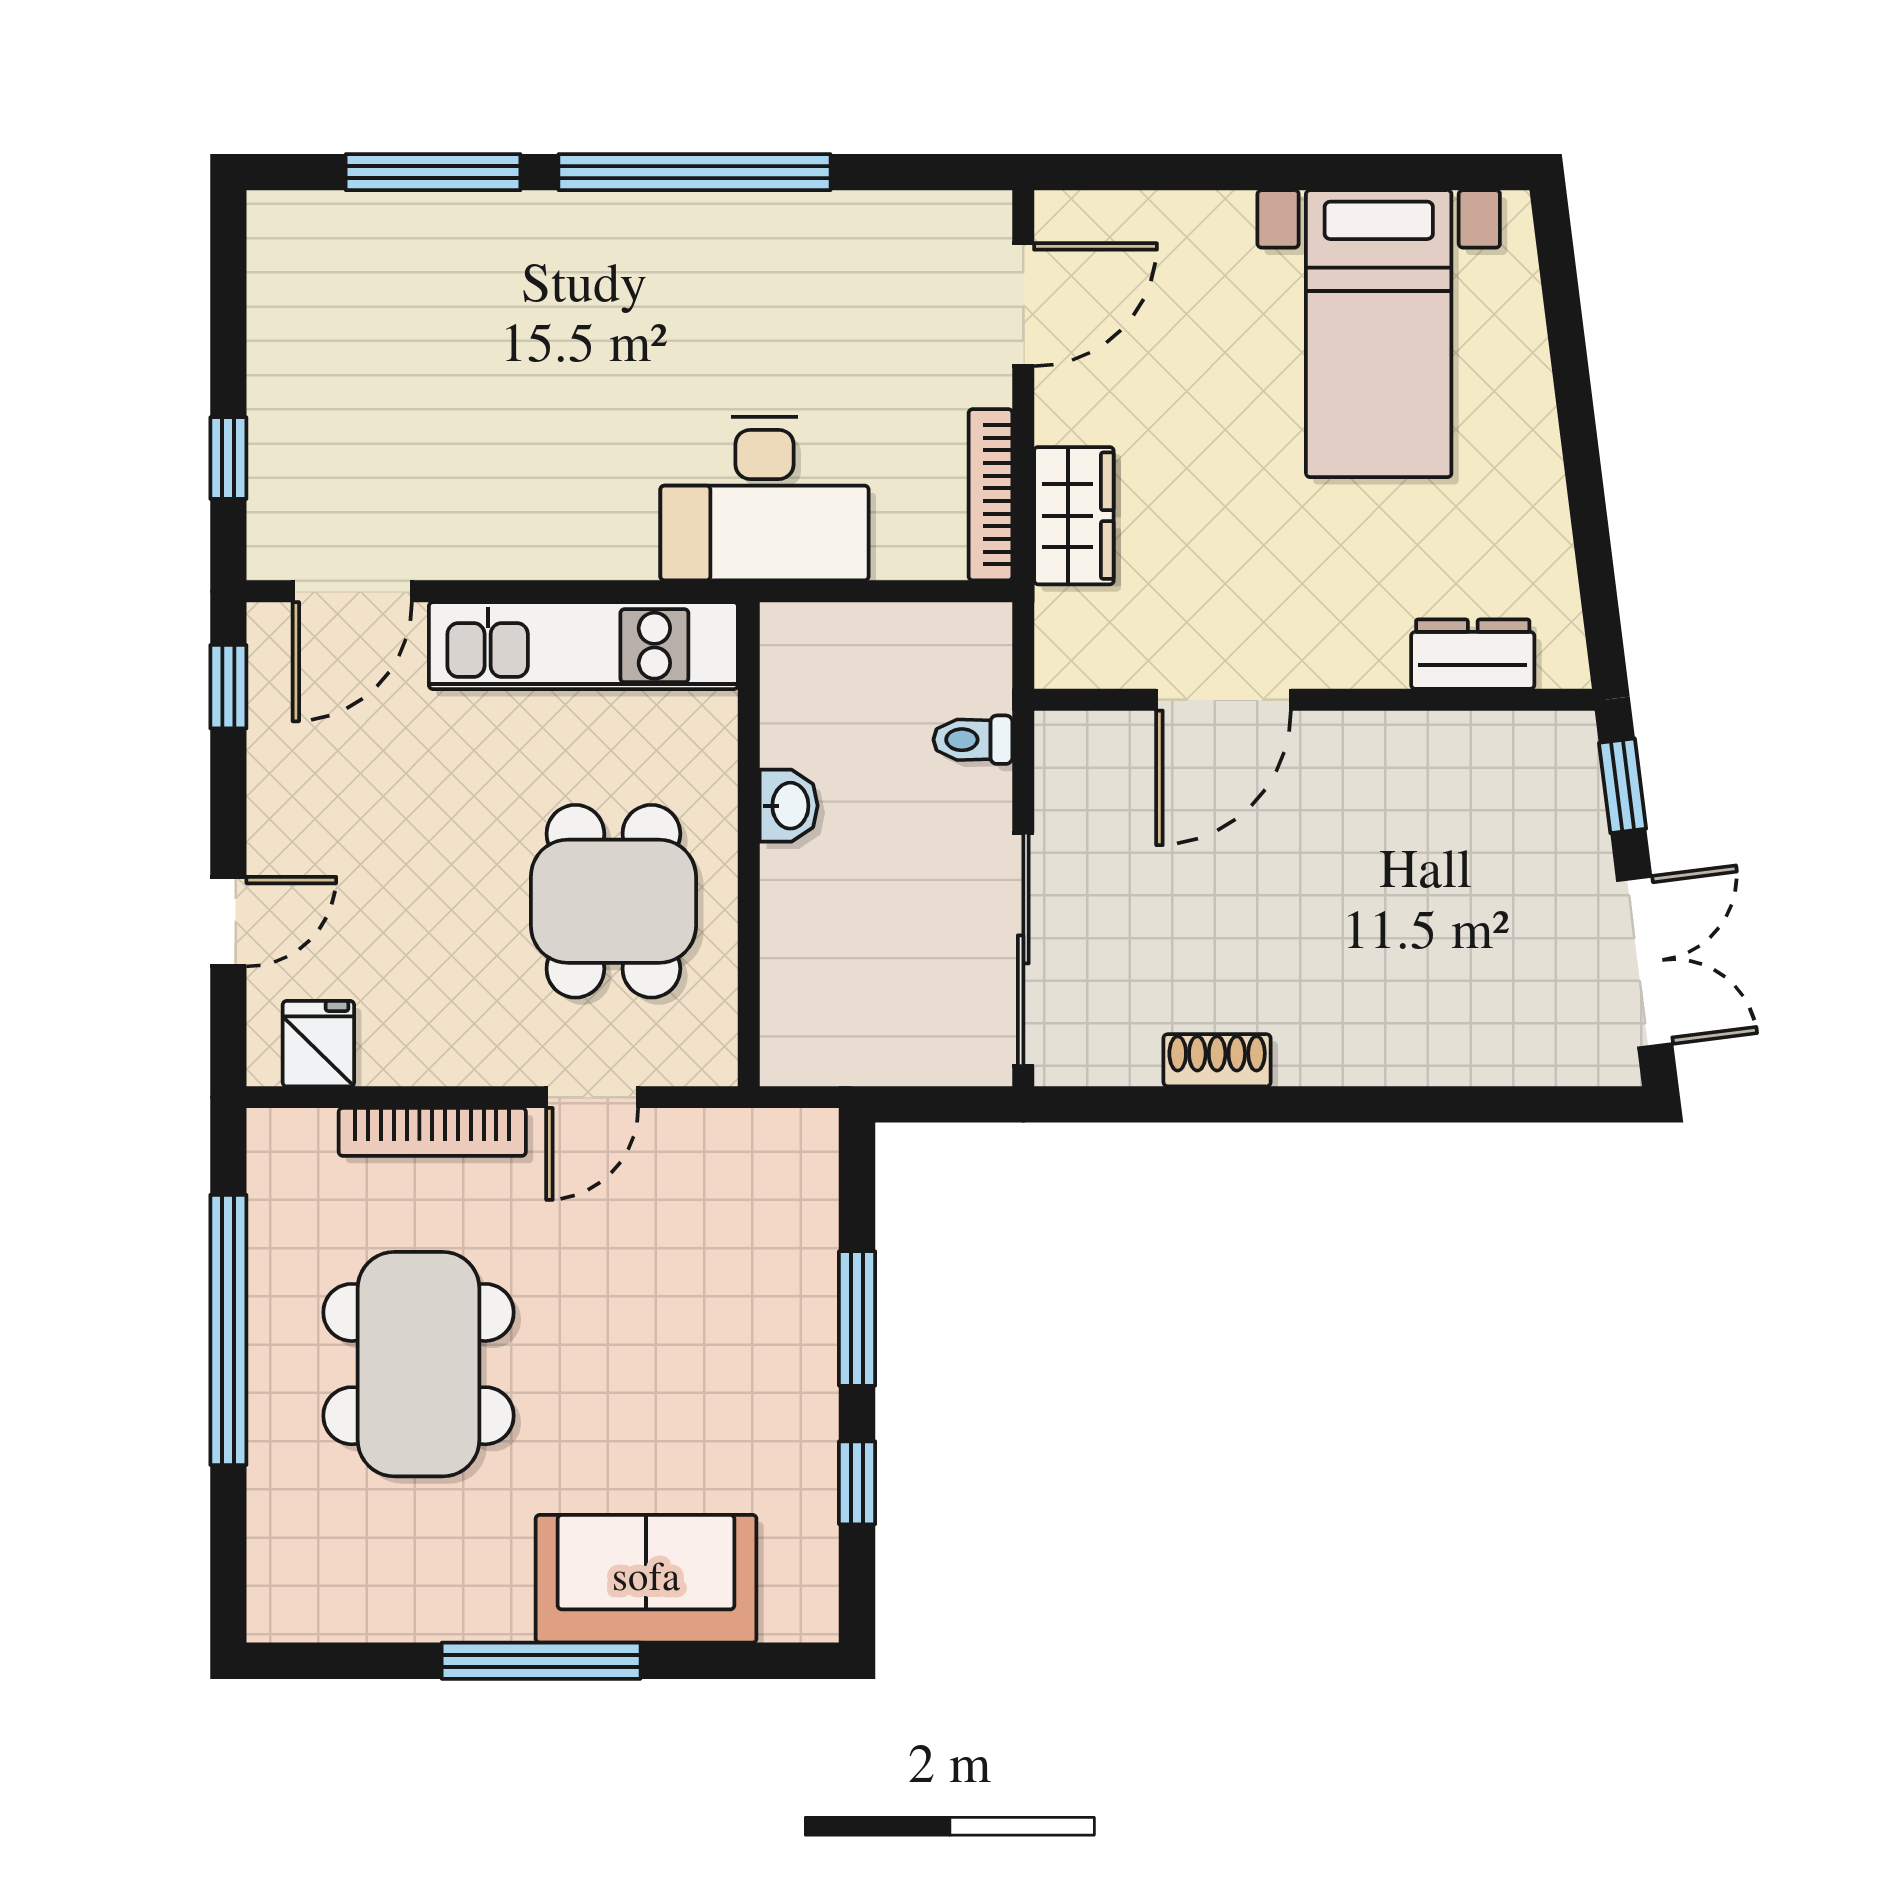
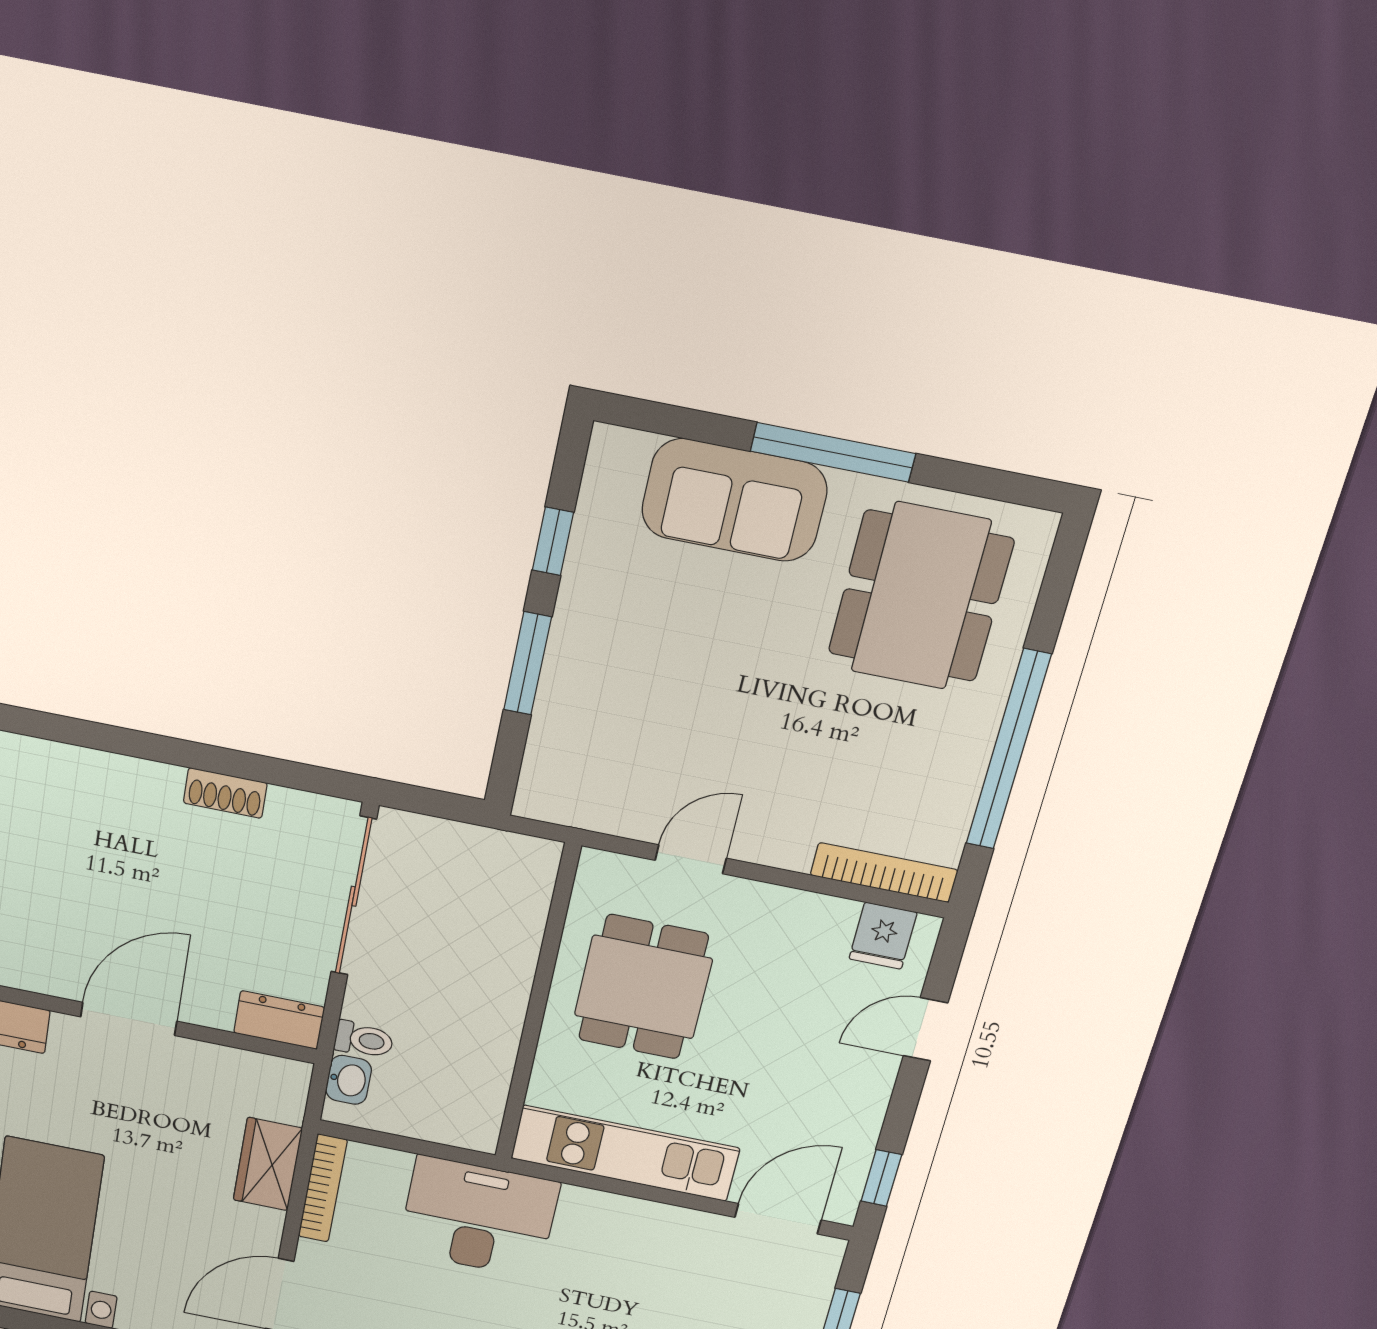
door: (1223, 700) -> (129, 1019), moved
dresser: (1094, 744) -> (279, 1020), added
washbasin: (789, 806) -> (349, 1080), moved, turned 180
bookcase: (432, 1132) -> (884, 873), moved
dining table: (418, 1364) -> (921, 596), moved

